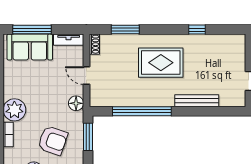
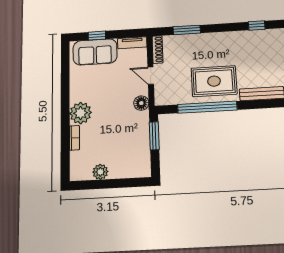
window: (32, 30) -> (97, 36), width x0.46
shoe rack: (94, 44) -> (157, 50), width x1.43
rug: (161, 63) -> (214, 81), moved
armchair: (53, 141) -> (119, 141), removed

